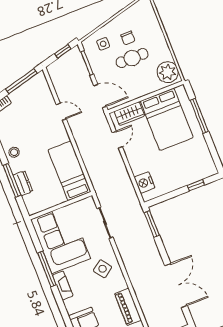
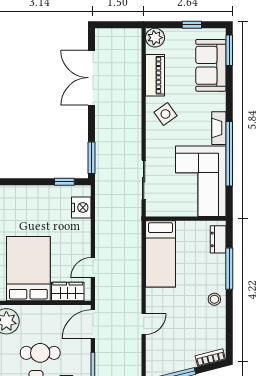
door: (100, 96) -> (93, 324), hinge flipped
door: (61, 112) -> (144, 324), swing flipped
dresser: (23, 183) -> (218, 239), moved
window: (196, 185) -> (64, 182), moved
window: (47, 269) -> (229, 154), width x1.46
side table: (103, 269) -> (165, 114), moved

